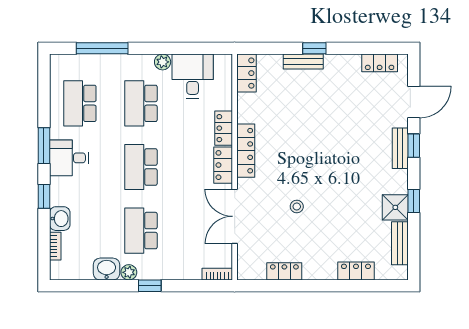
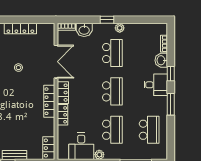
desk: (69, 158) -> (156, 85), moved
washbasin: (107, 269) -> (84, 30), moved
locker: (284, 271) -> (20, 29), width x1.53

